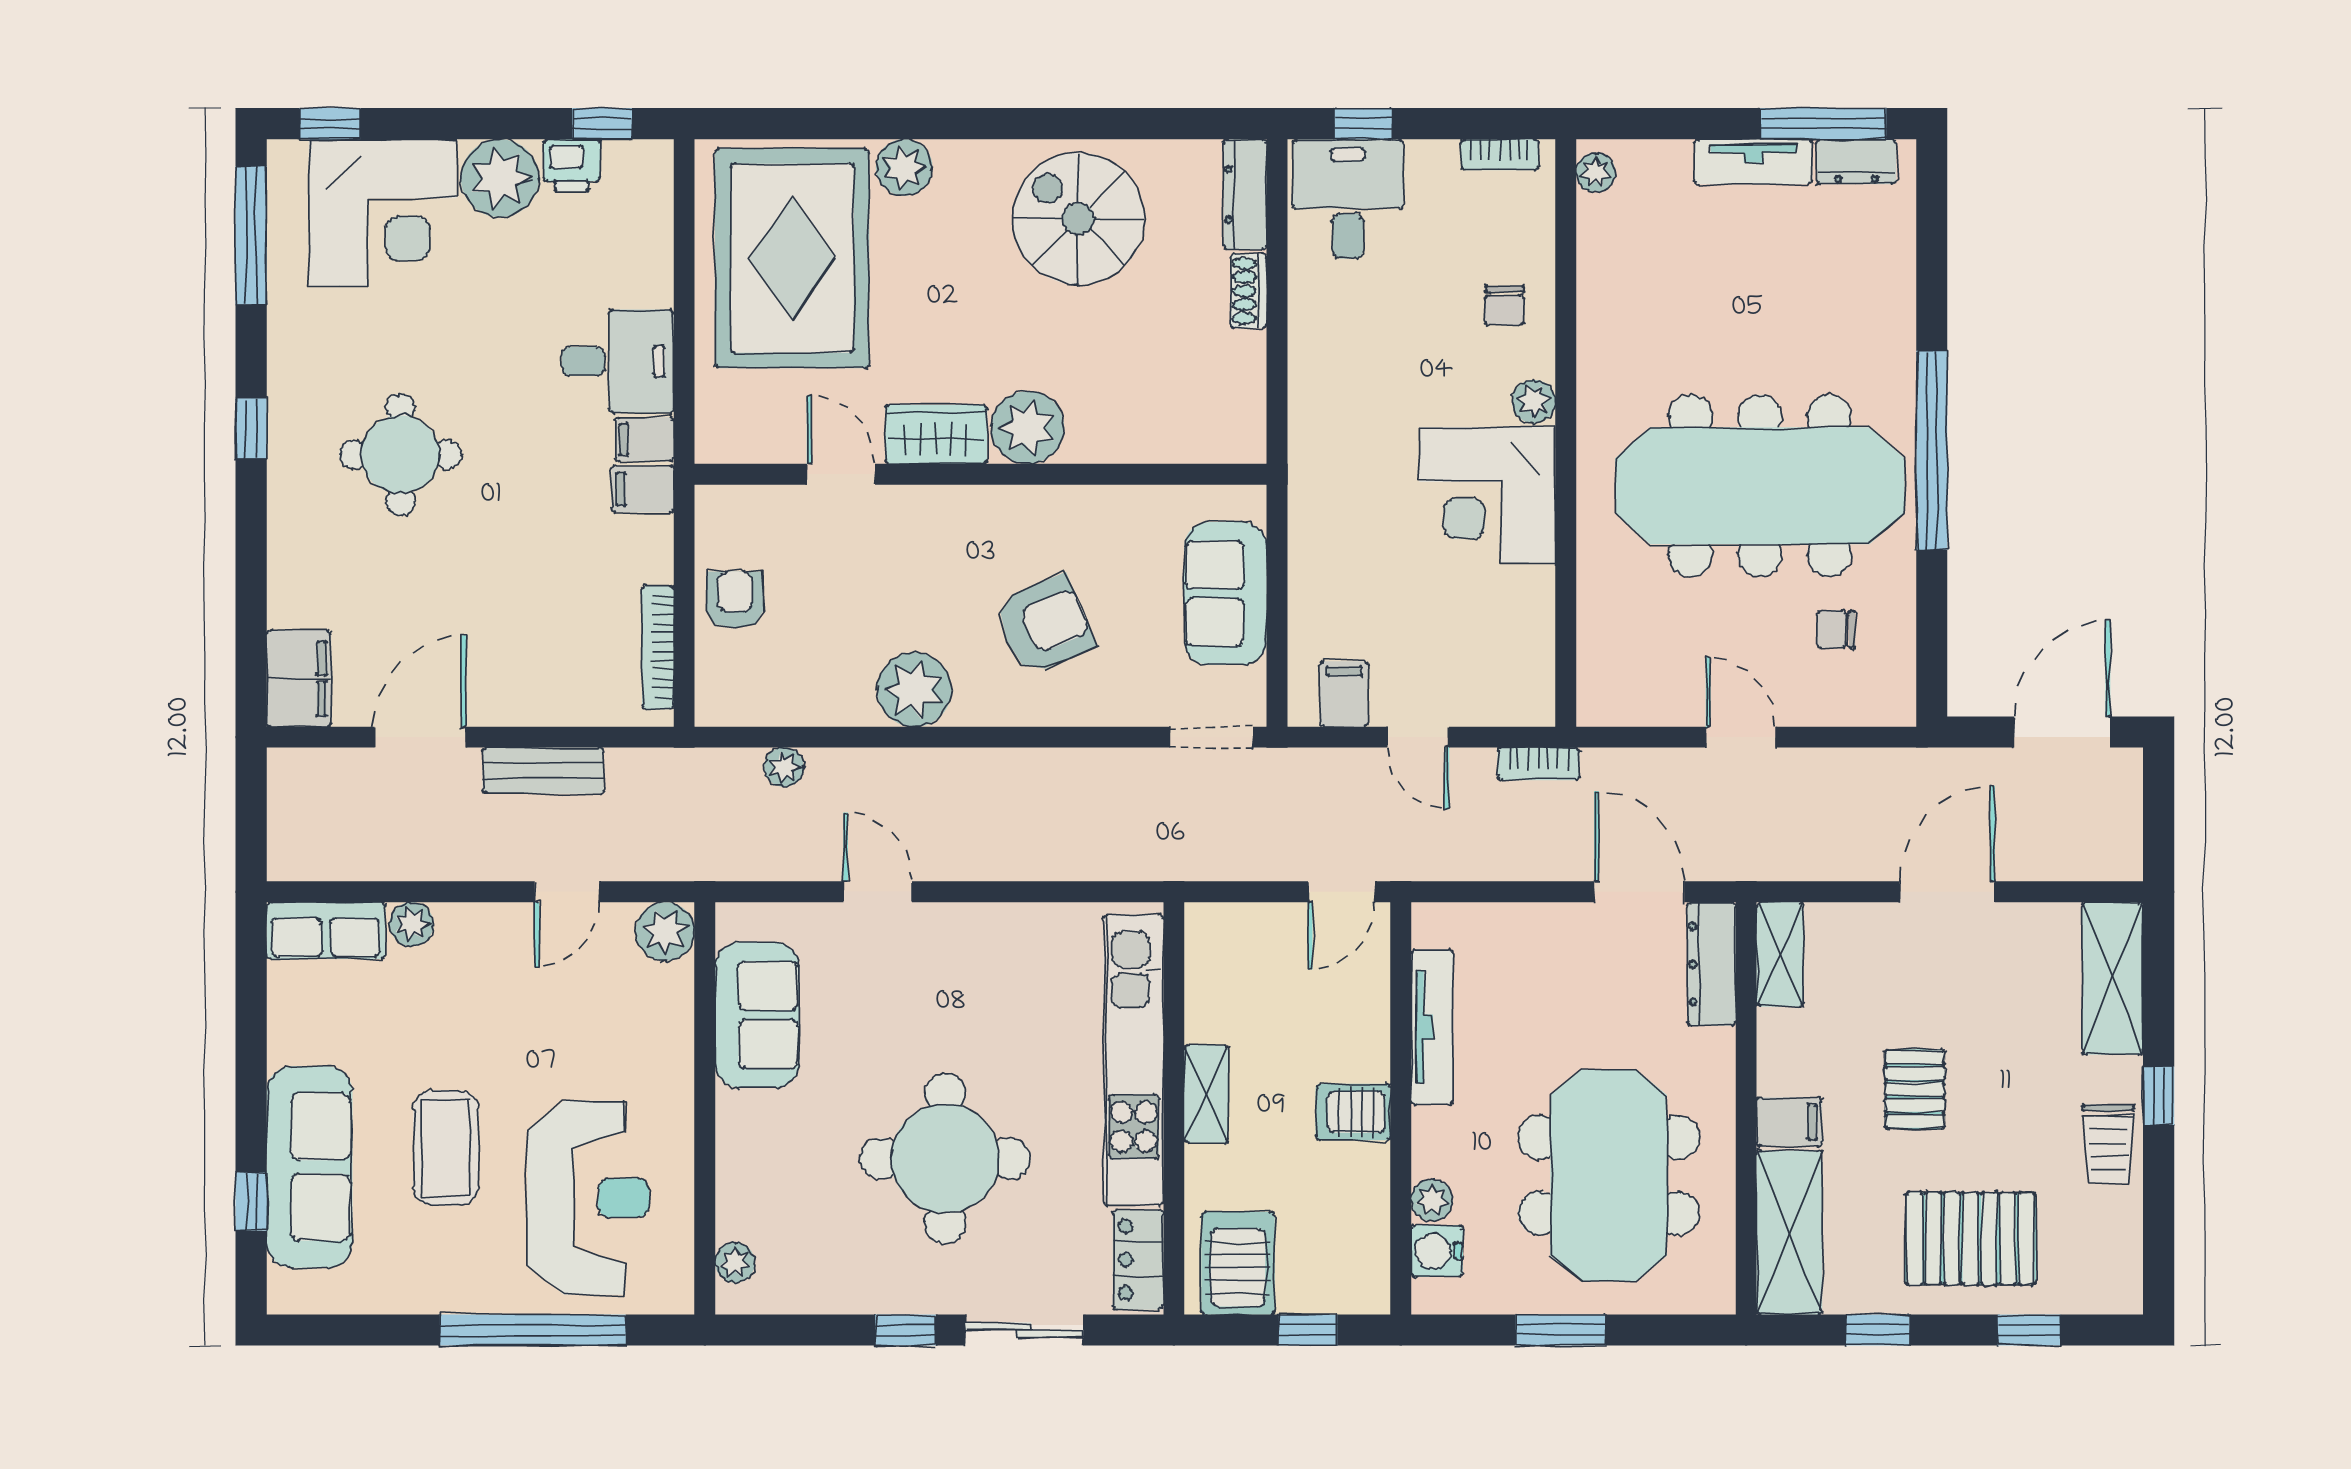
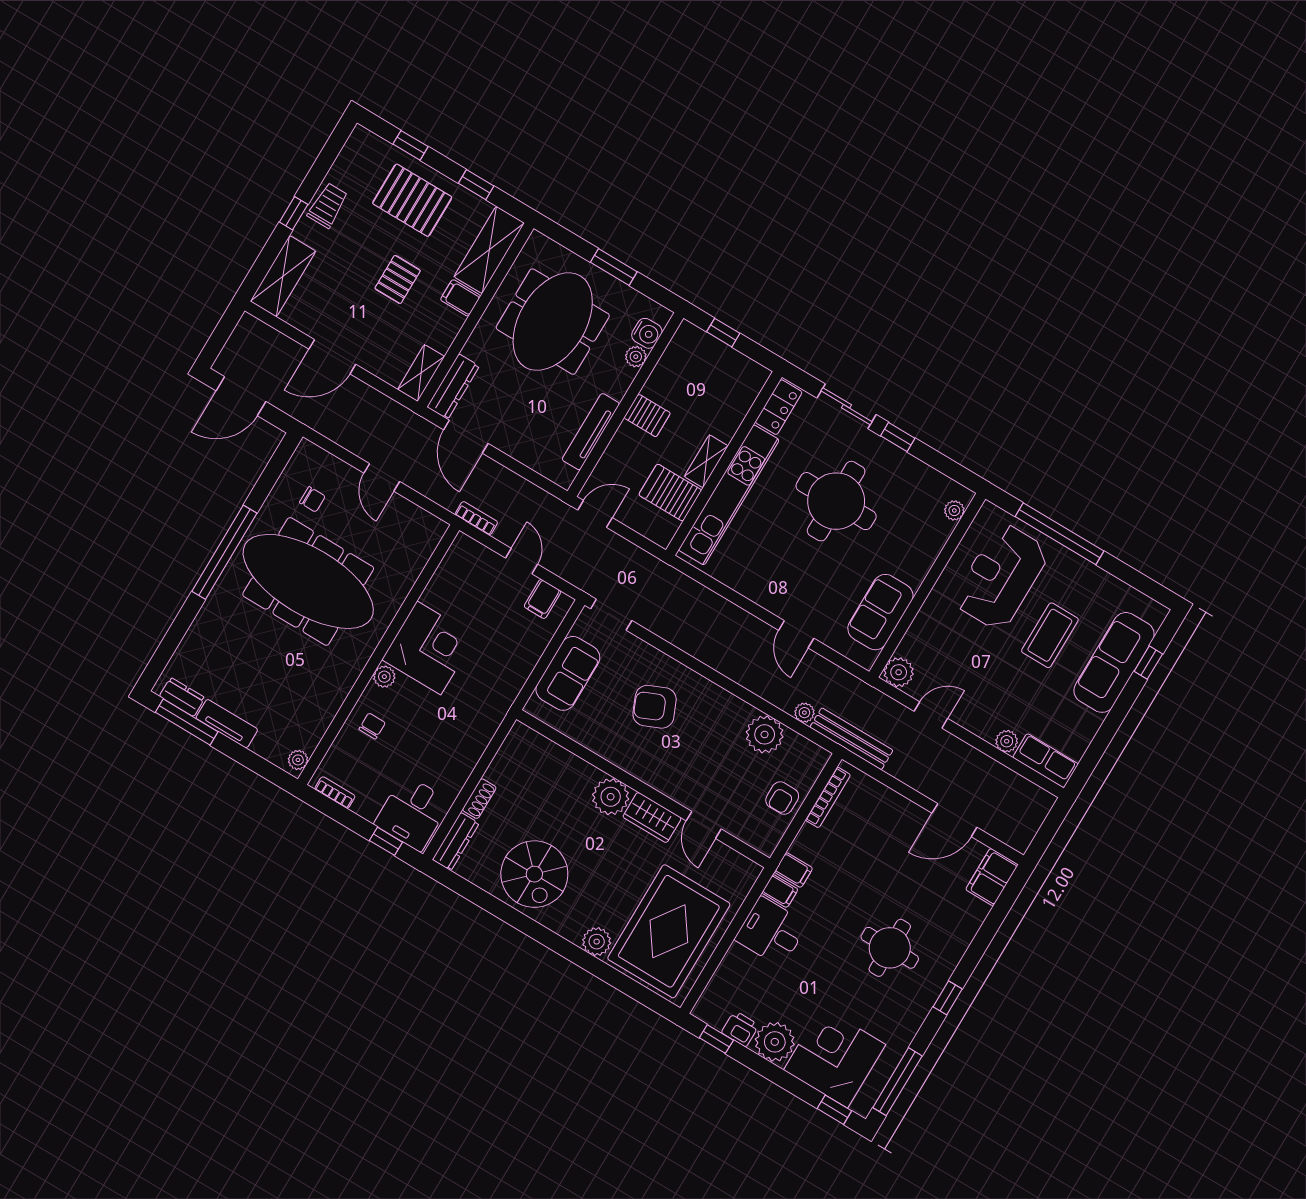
plant: (914, 690) -> (765, 734), moved
bench: (543, 771) -> (851, 739), moved, width x1.36
server rack: (1238, 1263) -> (670, 493), moved, turned 90

